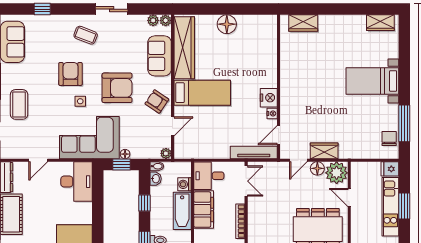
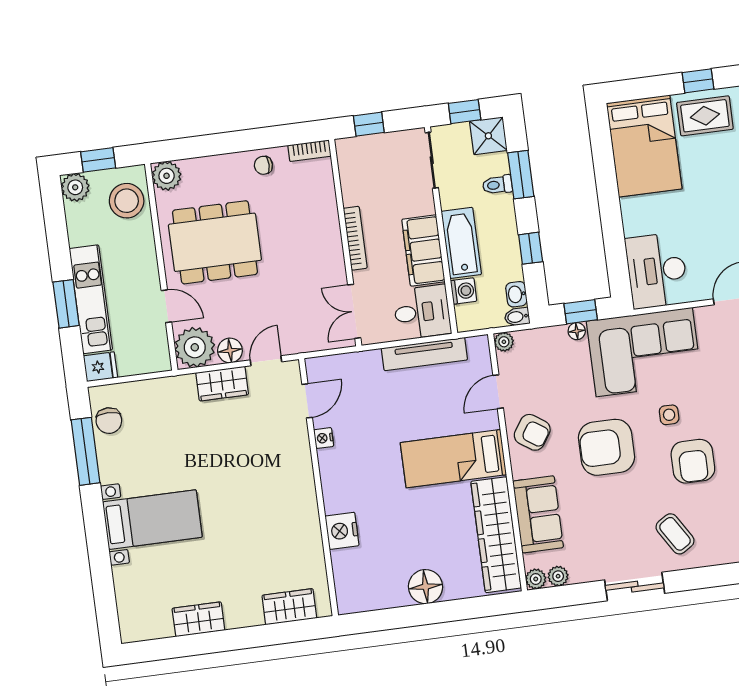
wardrobe: (380, 23) -> (198, 619), moved
coffee table: (86, 35) -> (675, 534), turned 37
nightstand: (269, 98) -> (342, 531), moved
tv unit: (254, 152) -> (424, 354), moved

